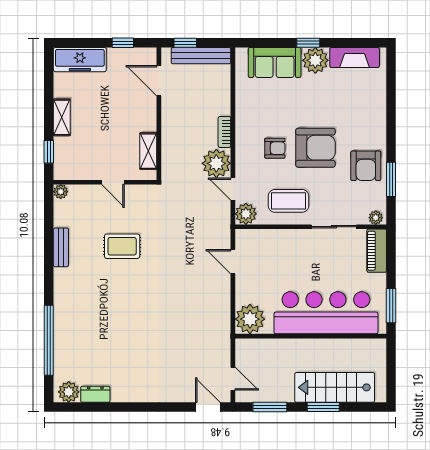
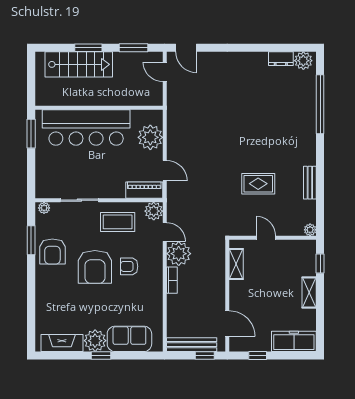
armchair: (315, 148) -> (95, 267), turned -90
armchair: (366, 166) -> (52, 252), turned 180
piano: (377, 251) -> (144, 190), moved, turned -90
plant: (250, 319) -> (150, 137), moved

